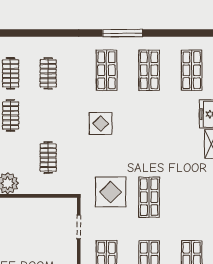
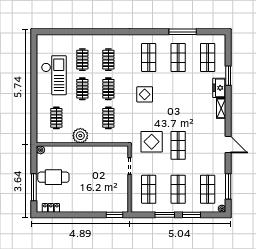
window: (123, 33) -> (183, 32), moved
clothes rail: (48, 115) -> (108, 89), added

